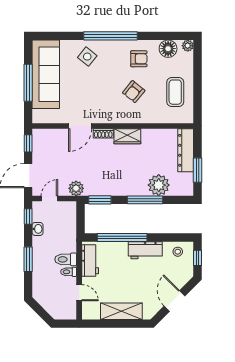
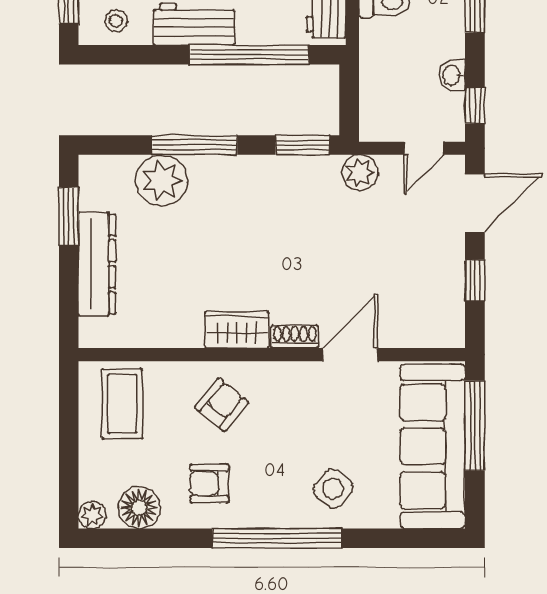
door: (80, 126) -> (350, 355), moved
wall: (113, 126) -> (272, 355), moved
shoe rack: (103, 133) -> (295, 337), moved
wardrobe: (127, 136) -> (237, 330), moved

